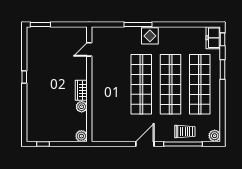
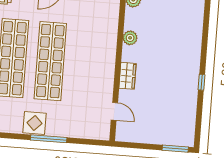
door: (89, 49) -> (114, 111), hinge flipped
wardrobe: (81, 90) -> (128, 76), moved

